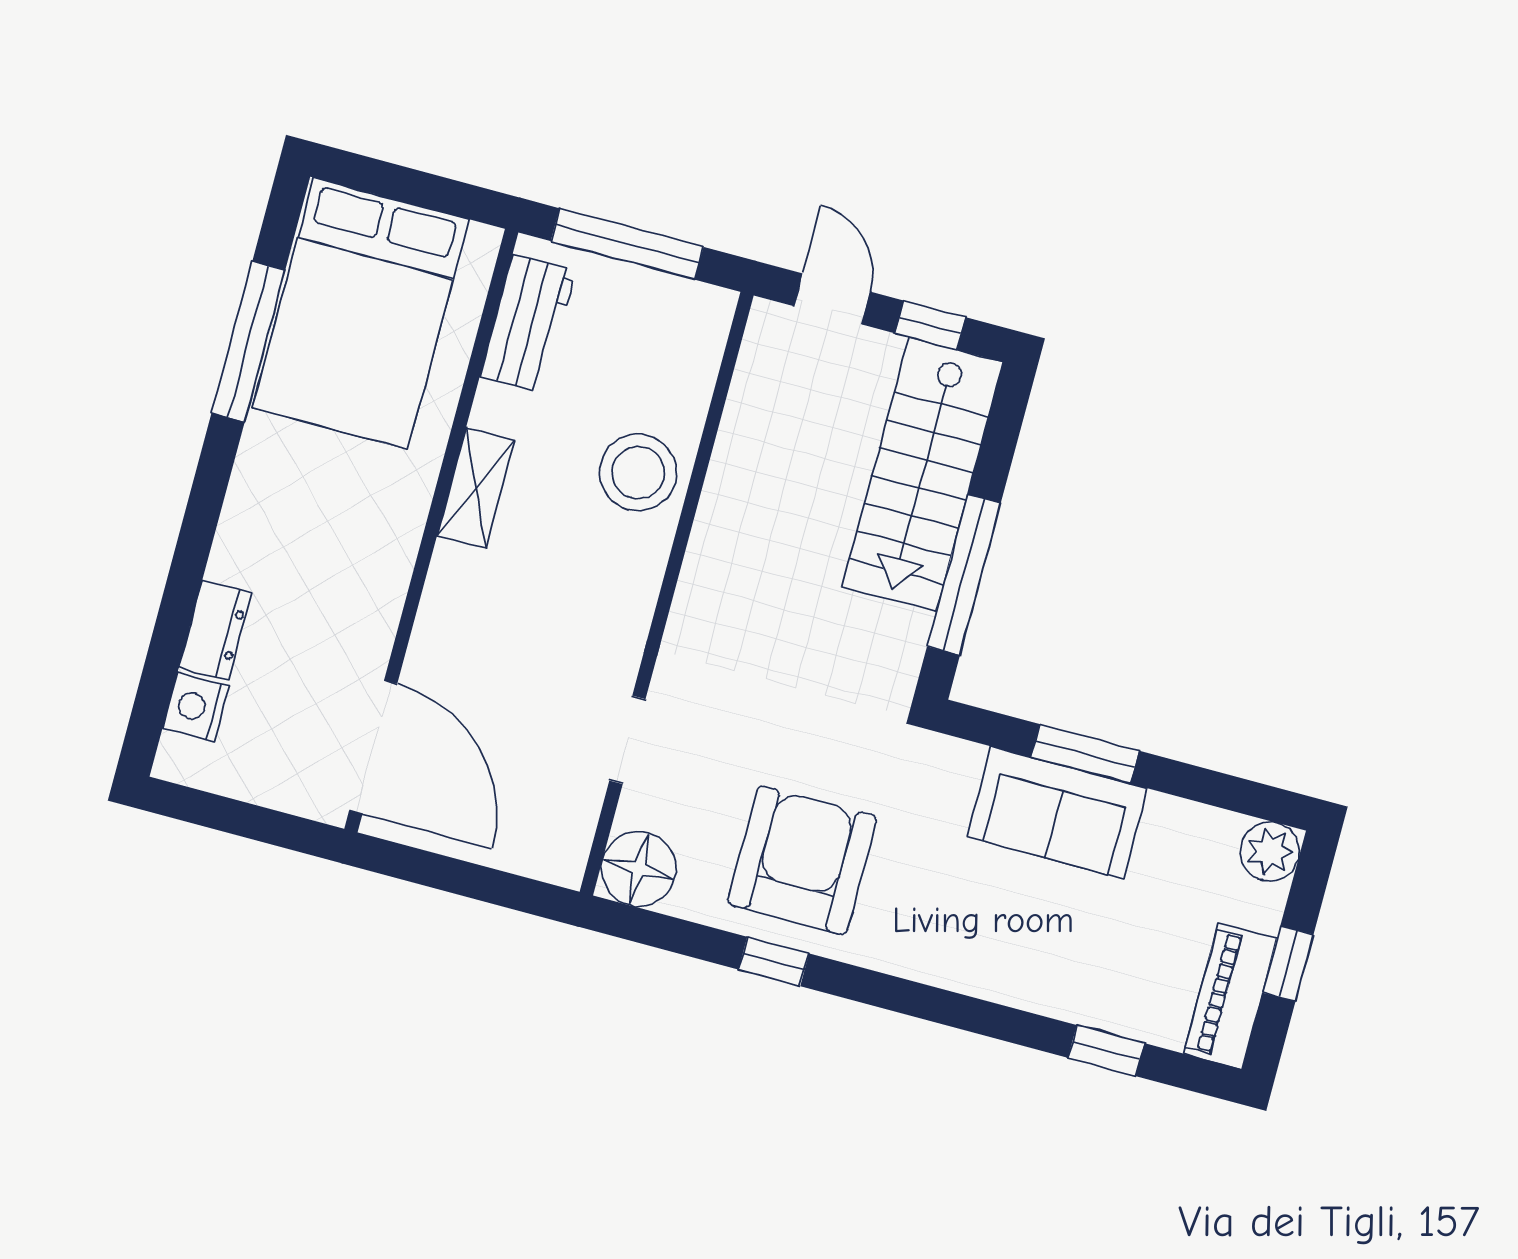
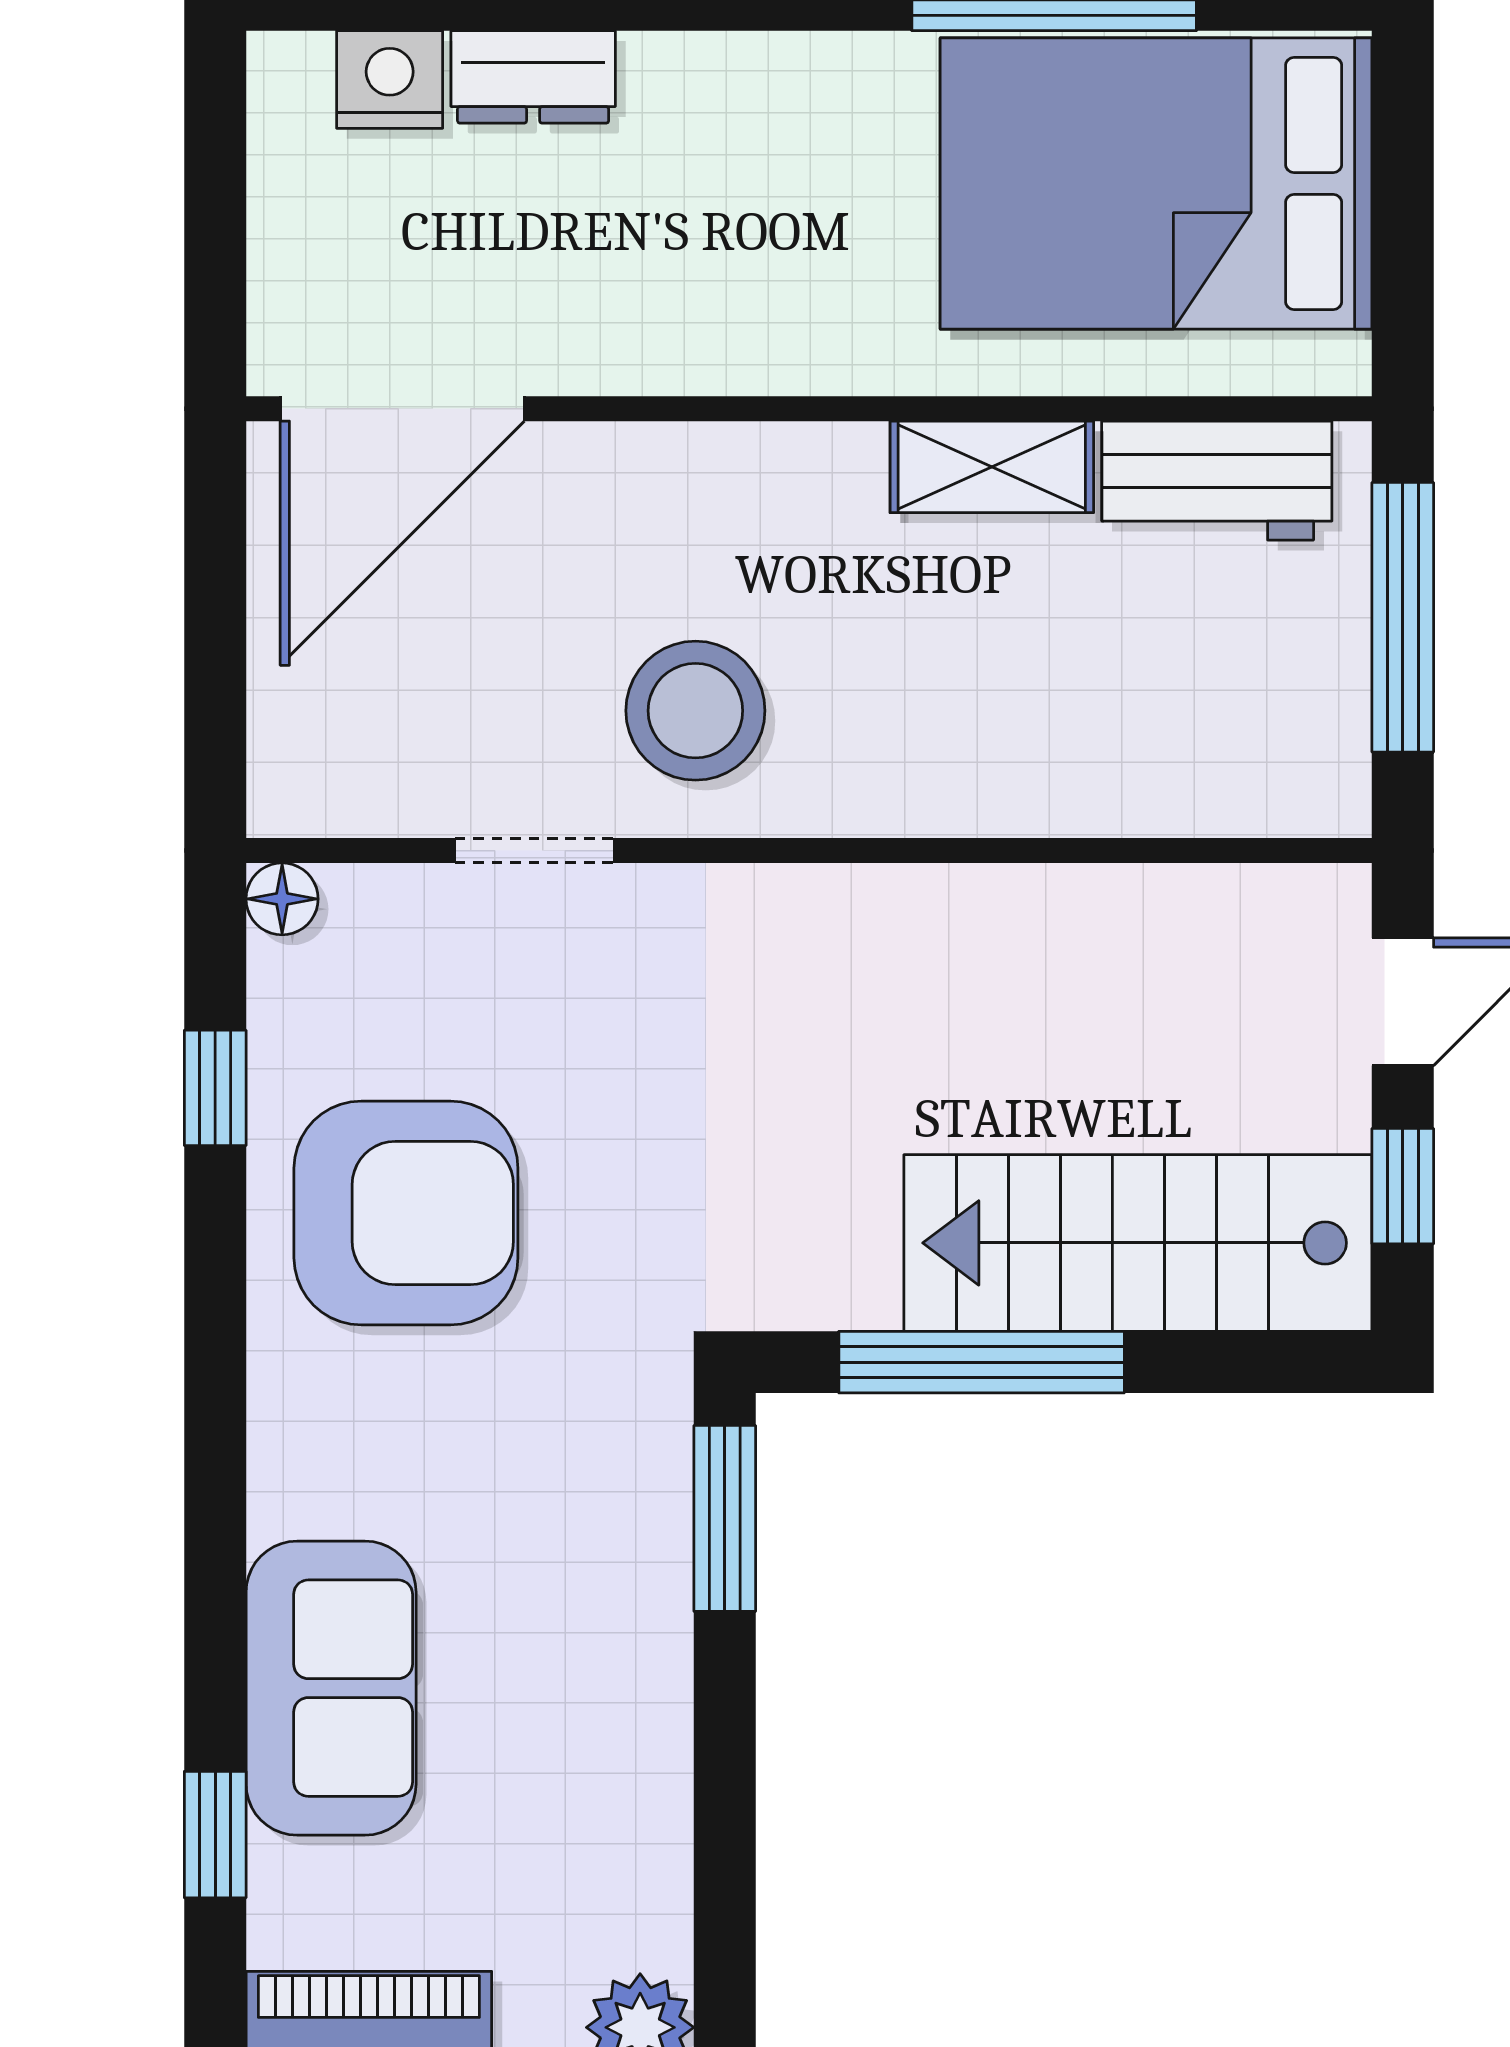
stool: (638, 472) -> (695, 711), moved
shelving: (476, 488) -> (992, 467), moved
window: (1085, 754) -> (725, 1518), moved
sofa: (1057, 813) -> (331, 1688), moved, turned 180
floor lamp: (639, 869) -> (282, 899), width x0.53, depth x0.53
window: (774, 961) -> (215, 1088), moved

